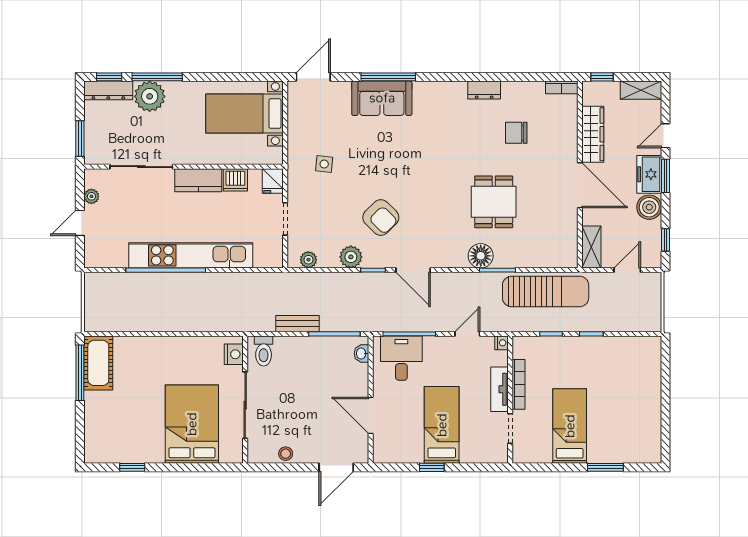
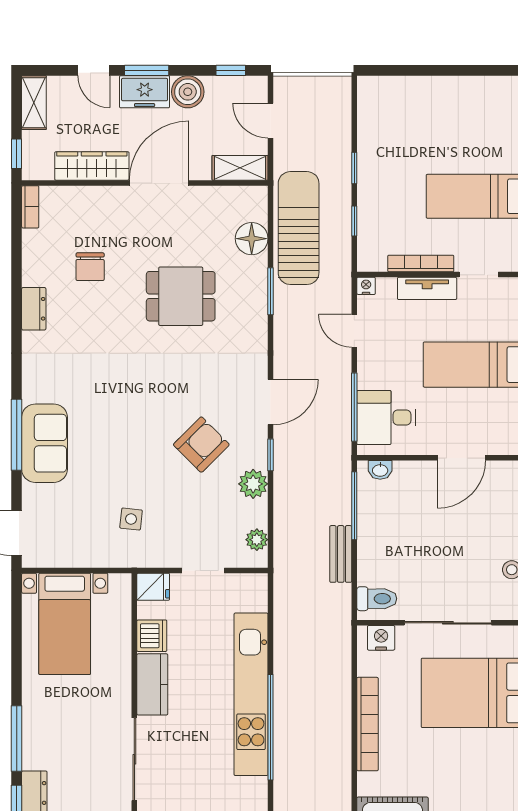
plant: (150, 96) -> (42, 748), removed
floor lamp: (481, 256) -> (252, 239), moved
bookcase: (168, 344) -> (367, 724), added

